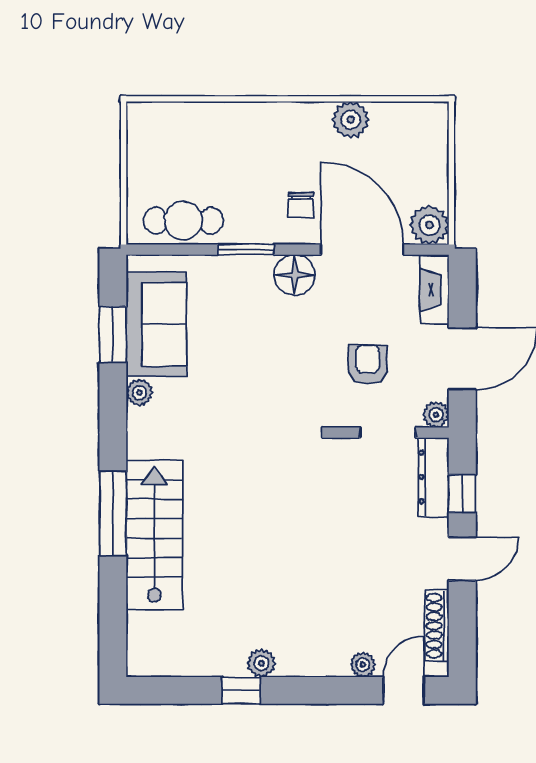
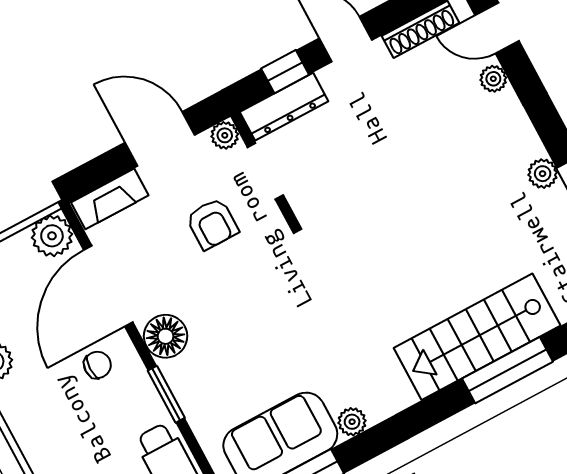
armchair: (368, 365) -> (212, 224), turned -90
window: (113, 513) -> (507, 370), moved

